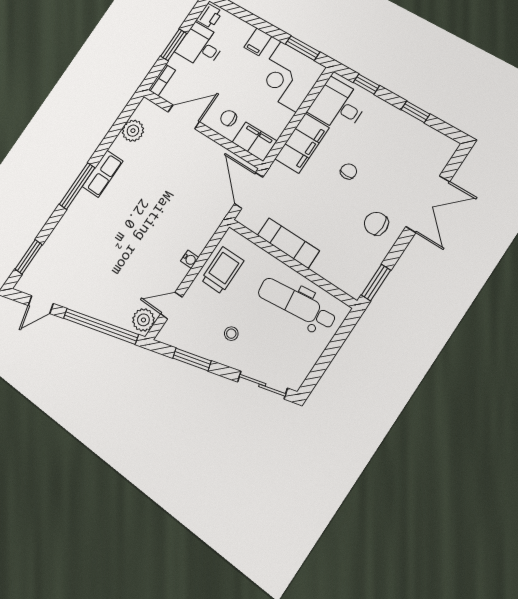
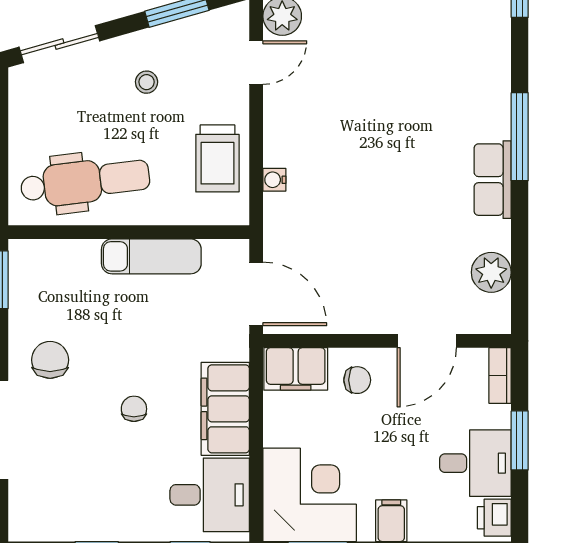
chair: (348, 171) -> (134, 409), turned 180
chair: (376, 224) -> (50, 360), turned -90
water cooler: (190, 259) -> (274, 180), moved

